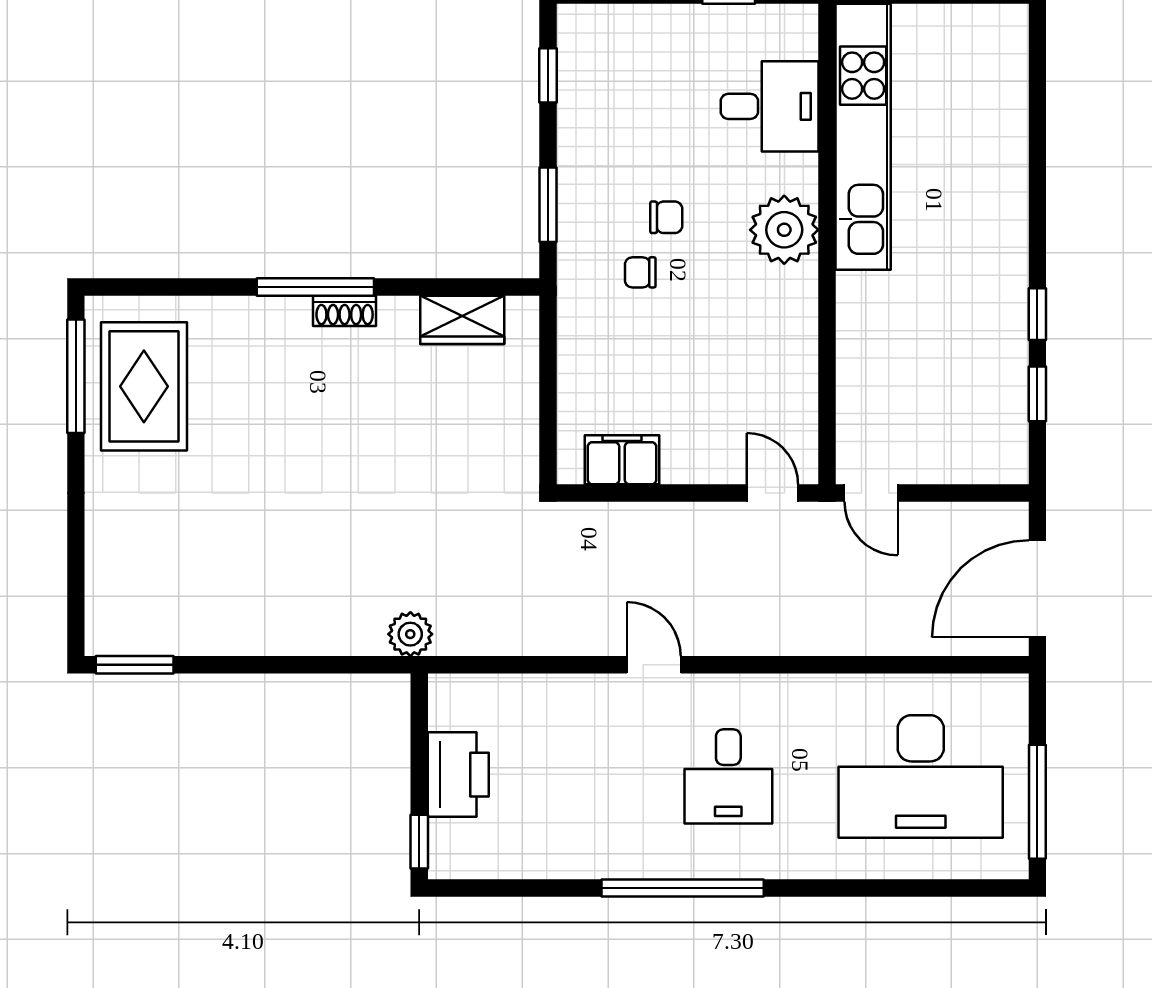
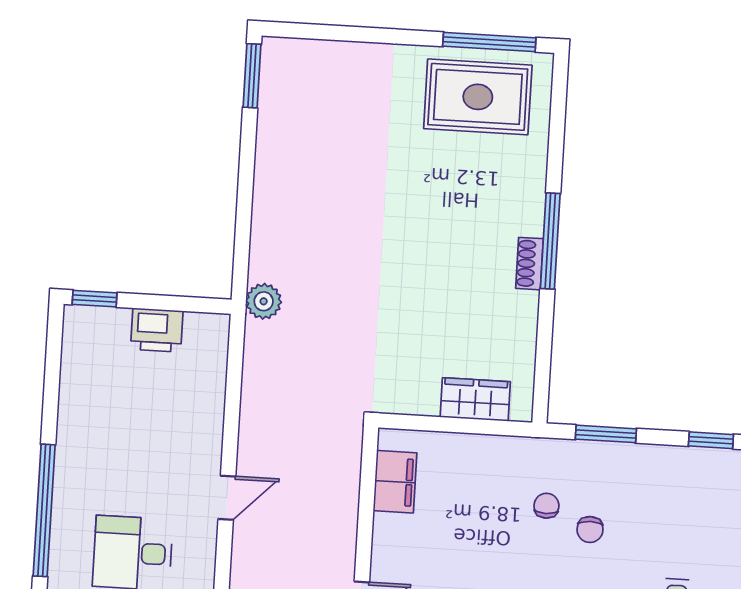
wardrobe: (462, 320) -> (475, 399), moved, turned 90
printer: (458, 775) -> (157, 330), width x0.73, depth x0.84

